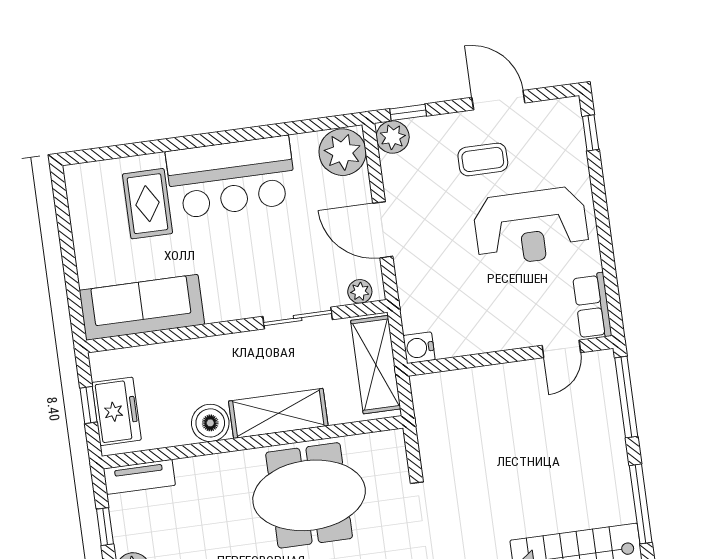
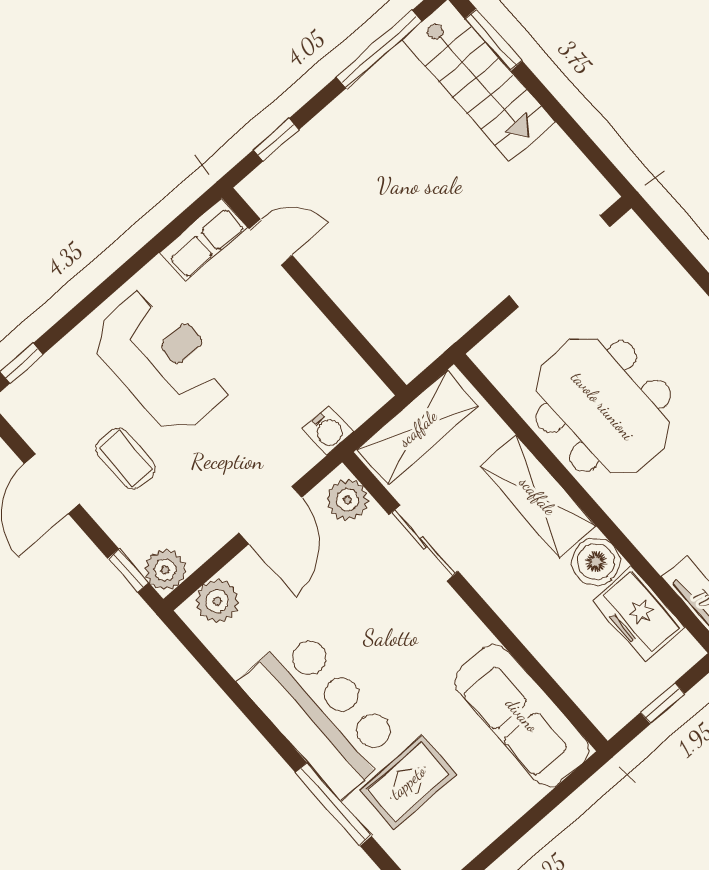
window: (166, 145) -> (333, 804), added
plant: (342, 152) -> (217, 601), width x0.73, depth x0.73
plant: (360, 291) -> (347, 500), width x1.38, depth x1.38
water cooler: (419, 348) -> (328, 430), moved
window: (626, 397) -> (276, 140), width x0.46
freezer: (116, 411) -> (639, 614), moved, turned -90

